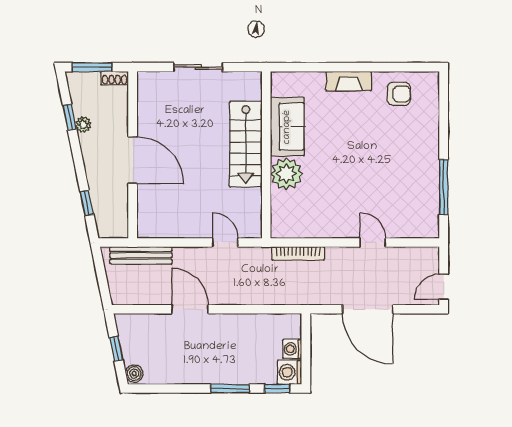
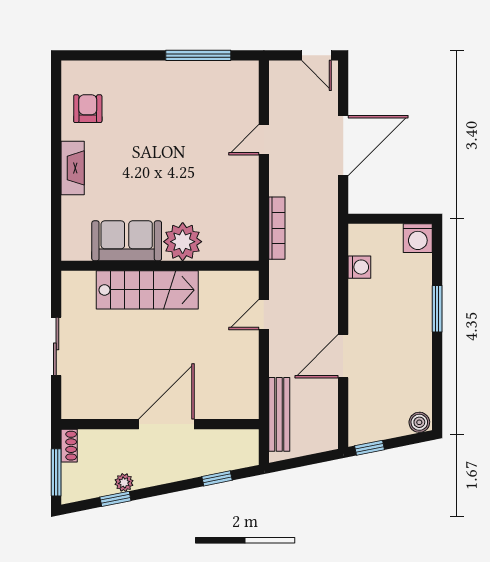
window: (116, 349) -> (369, 448), moved
washing machine: (292, 349) -> (359, 267), moved, turned -90
window: (277, 389) -> (437, 253), removed

